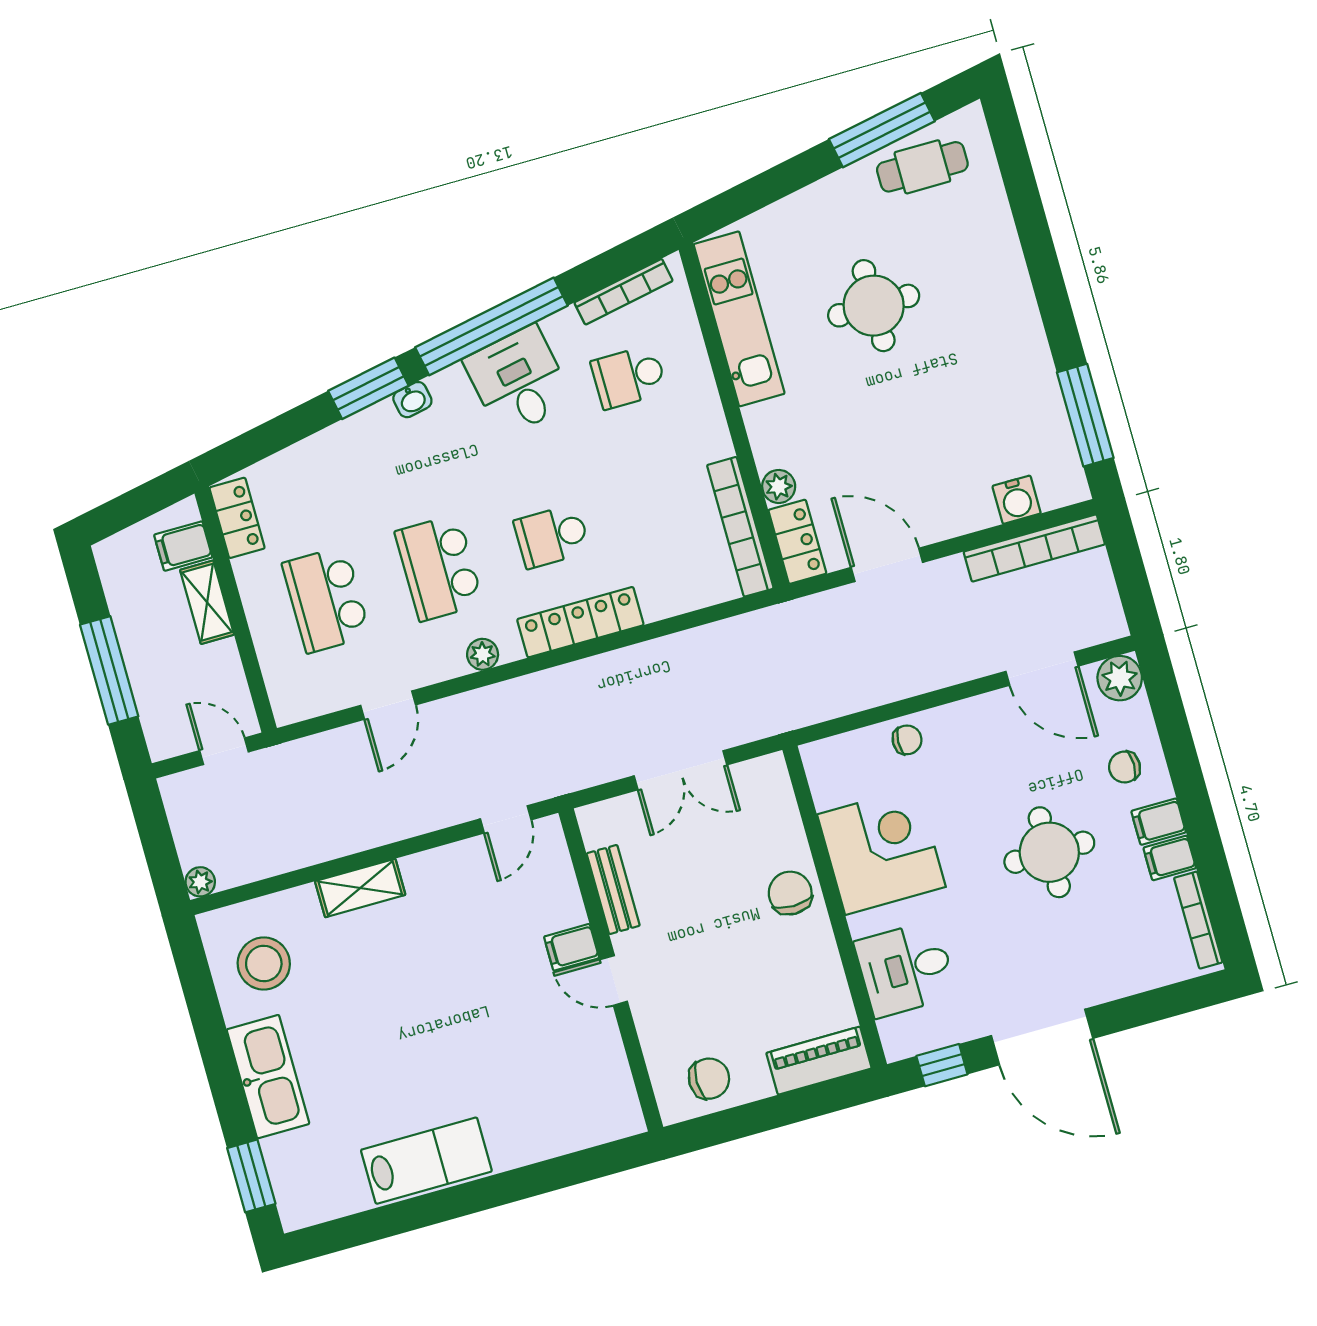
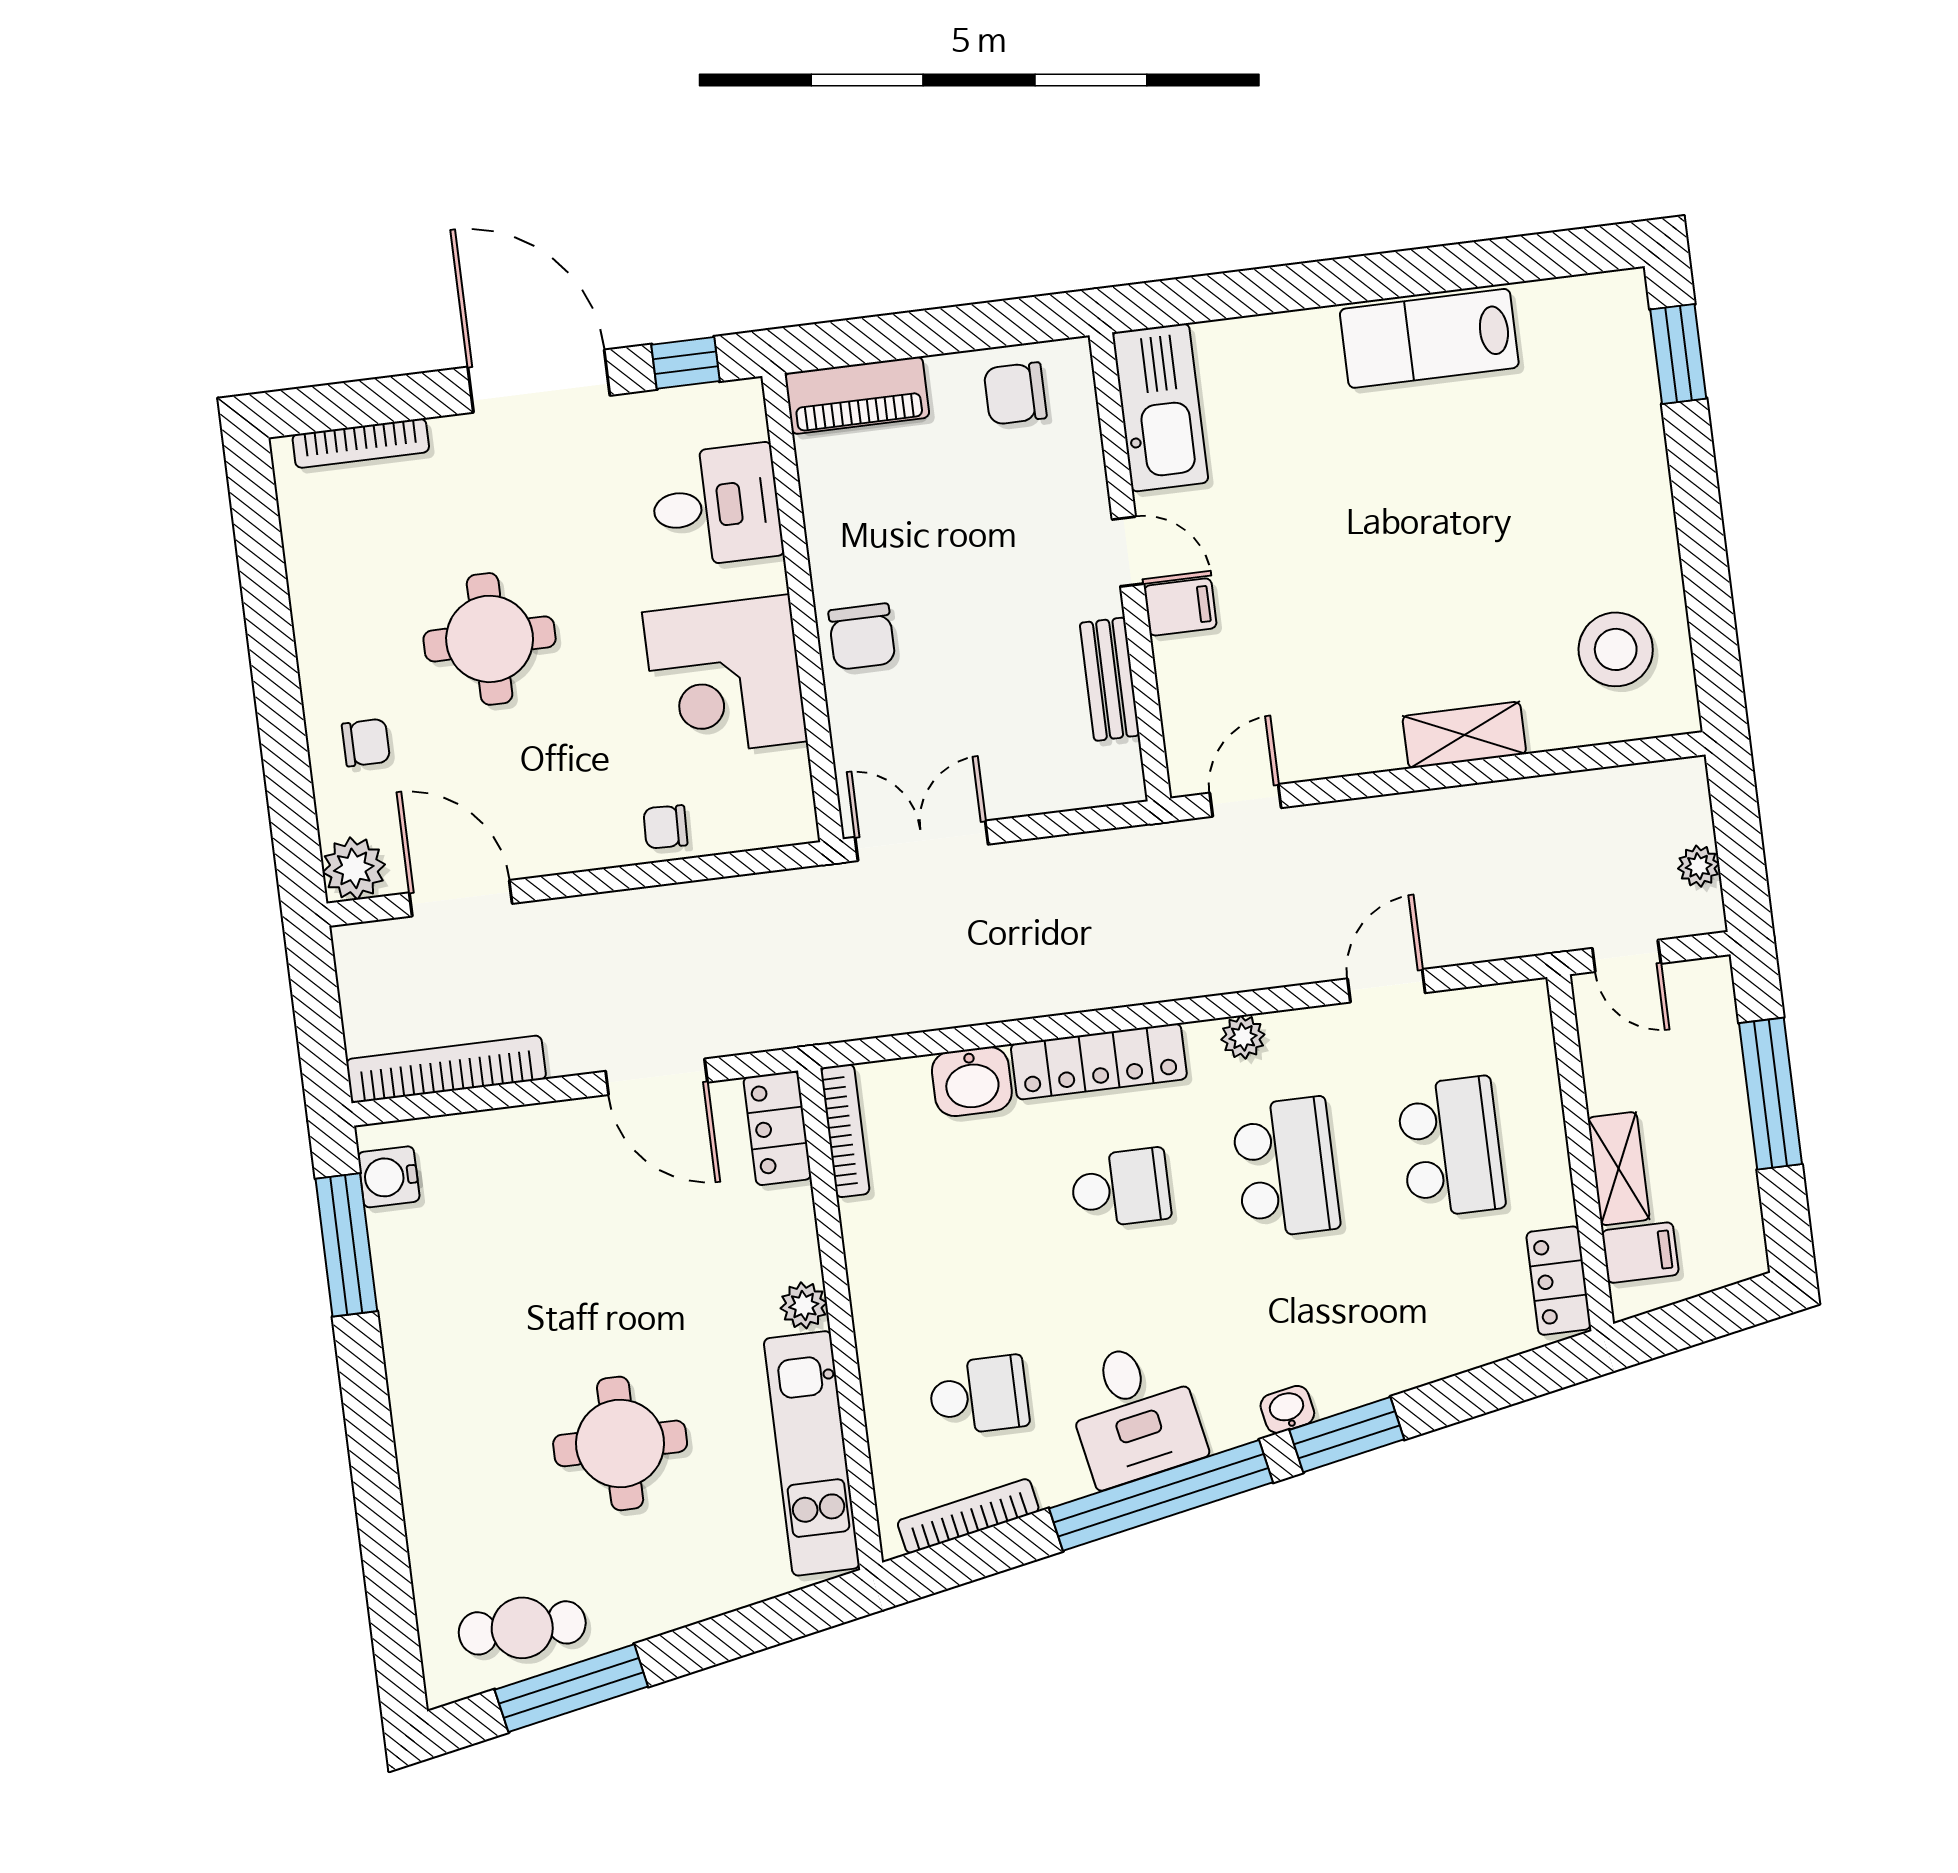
plant: (779, 486) -> (804, 1305), moved
water cooler: (1017, 500) -> (389, 1177), moved, turned -90
bookcase: (740, 527) -> (845, 1131), width x0.68, depth x0.76
washbasin: (667, 595) -> (972, 1081), added
double door: (681, 770) -> (922, 841), moved
filing cabinet: (1159, 822) -> (330, 659), removed
filing cabinet: (1170, 858) -> (322, 605), removed
plant: (200, 882) -> (1699, 866), moved
bookcase: (1198, 920) -> (361, 443), moved, turned 90
kitchen sink: (268, 1077) -> (1160, 407), moved, turned 180

